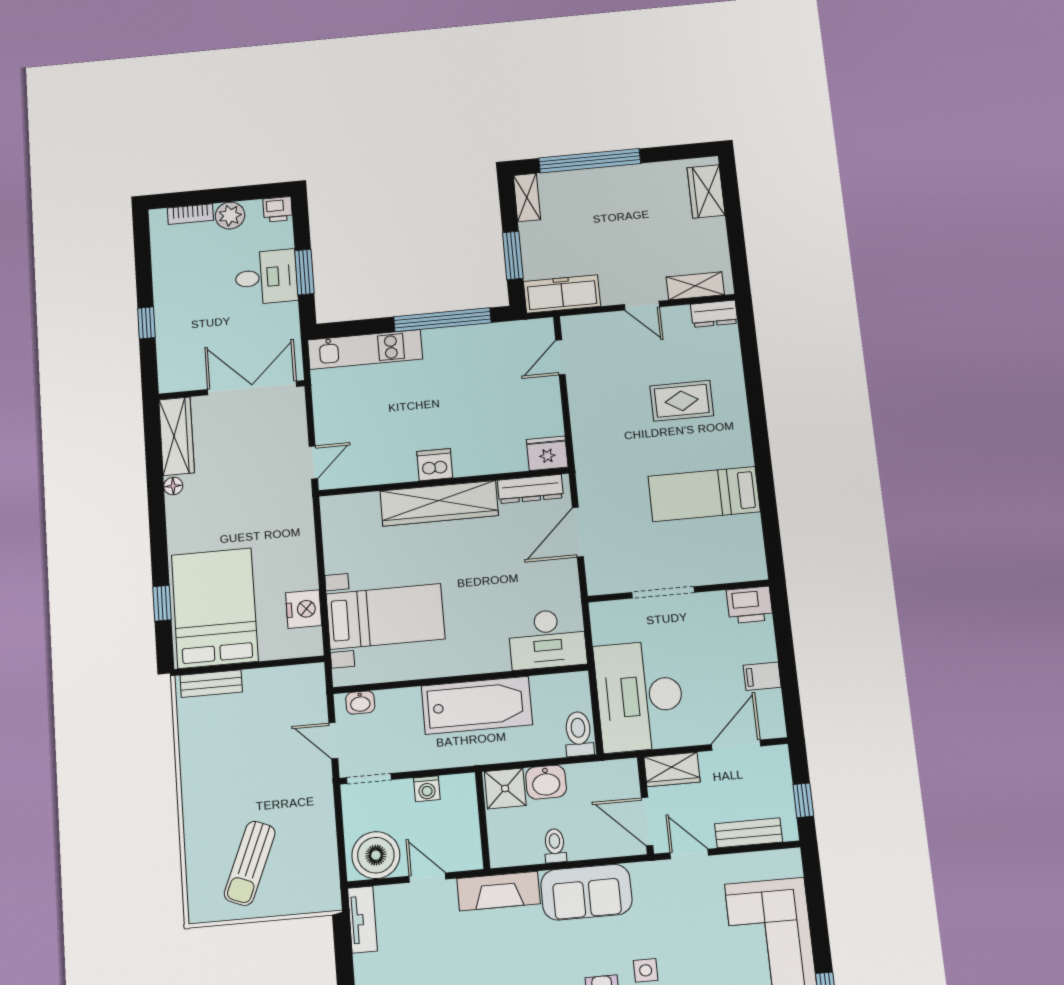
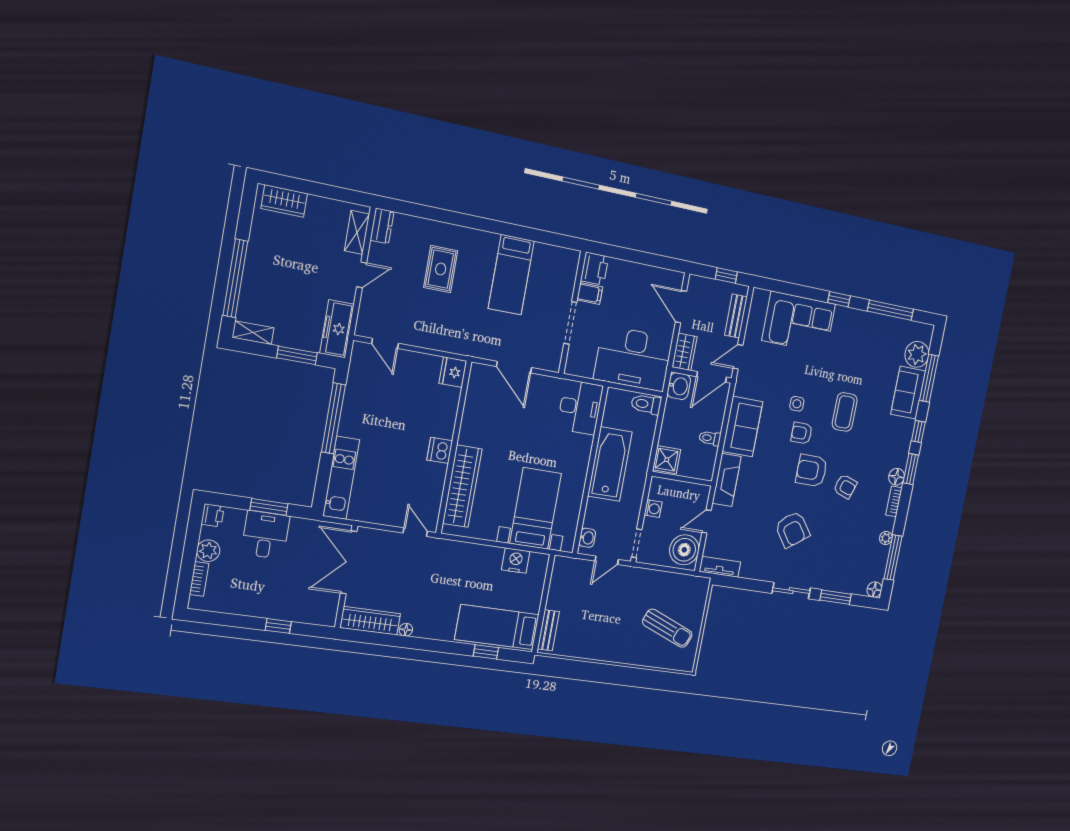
dresser: (530, 489) -> (475, 390), removed
wardrobe: (439, 503) -> (462, 486), moved
bed: (215, 608) -> (497, 627), width x0.67
filing cabinet: (762, 676) -> (590, 293), moved, turned -90
washbasin: (546, 782) -> (679, 386), moved

